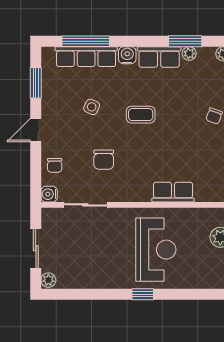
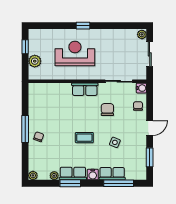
window: (185, 41) -> (70, 183), moved
row of seats: (86, 57) -> (112, 174), width x0.68
row of seats: (173, 192) -> (85, 89), moved
reception desk: (156, 250) -> (75, 53), turned 90

